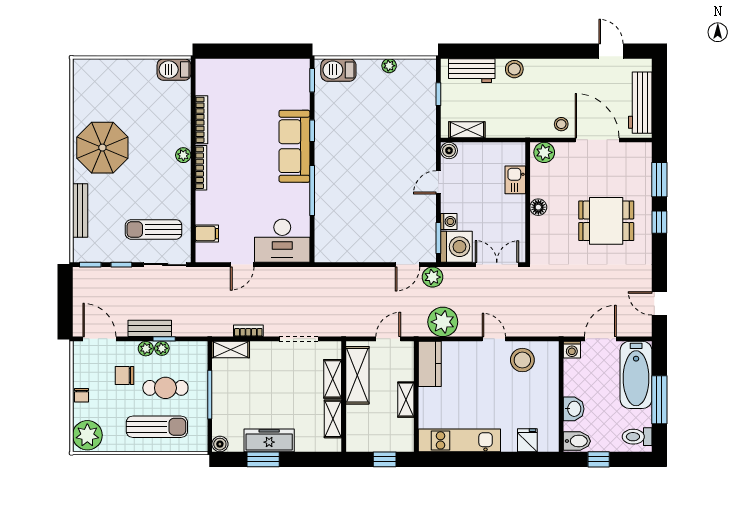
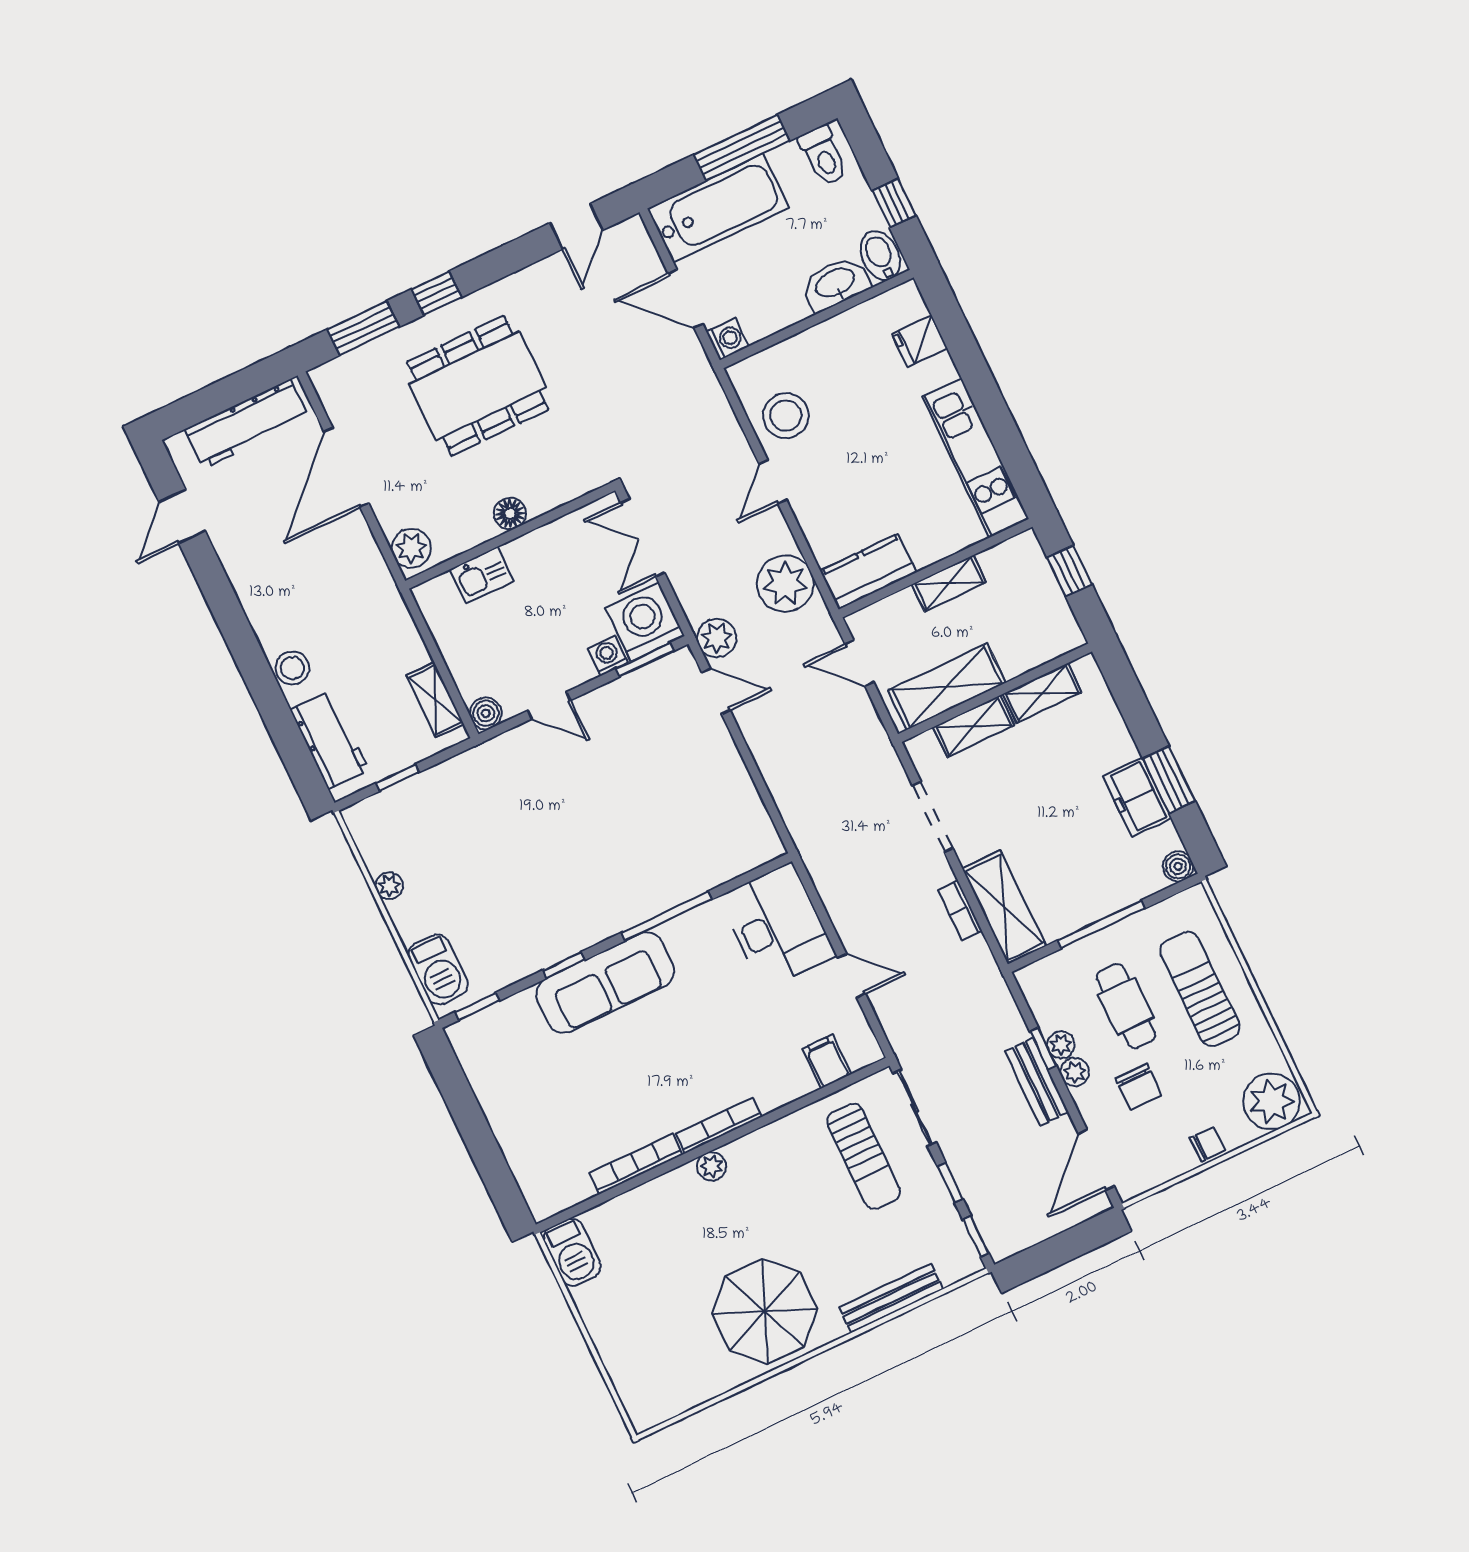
stool: (561, 124) -> (348, 542), removed
dining table: (606, 221) -> (478, 386), width x1.37
shelving: (231, 350) -> (1004, 907), width x1.50, depth x1.33
washbasin: (574, 409) -> (836, 284), width x1.38
freezer: (269, 440) -> (1137, 797), width x0.71

